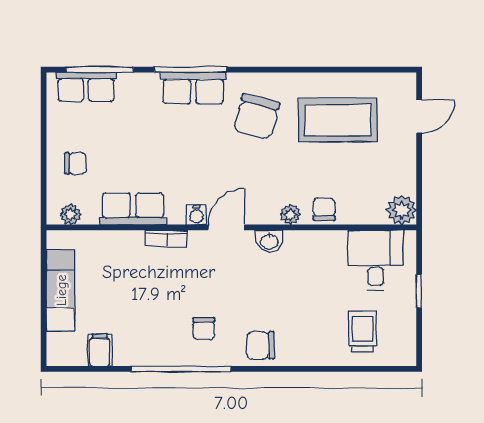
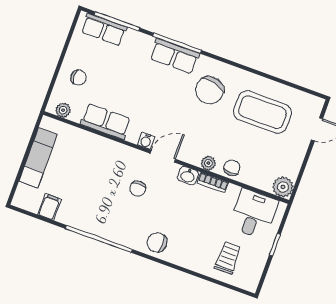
bookcase: (166, 239) -> (213, 183), moved
chair: (204, 328) -> (138, 189), moved

